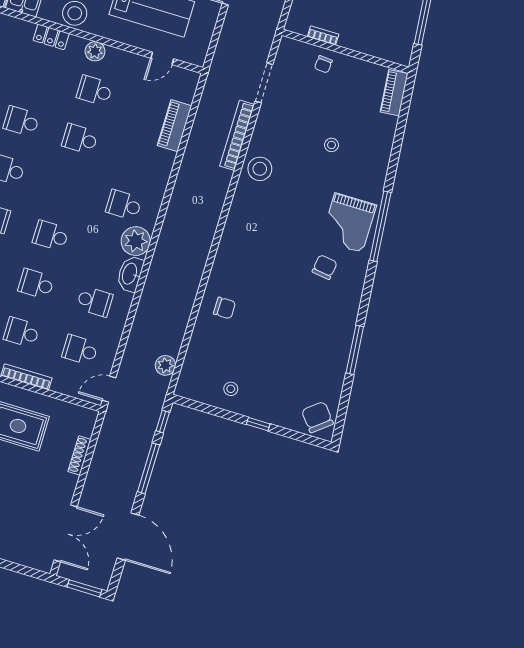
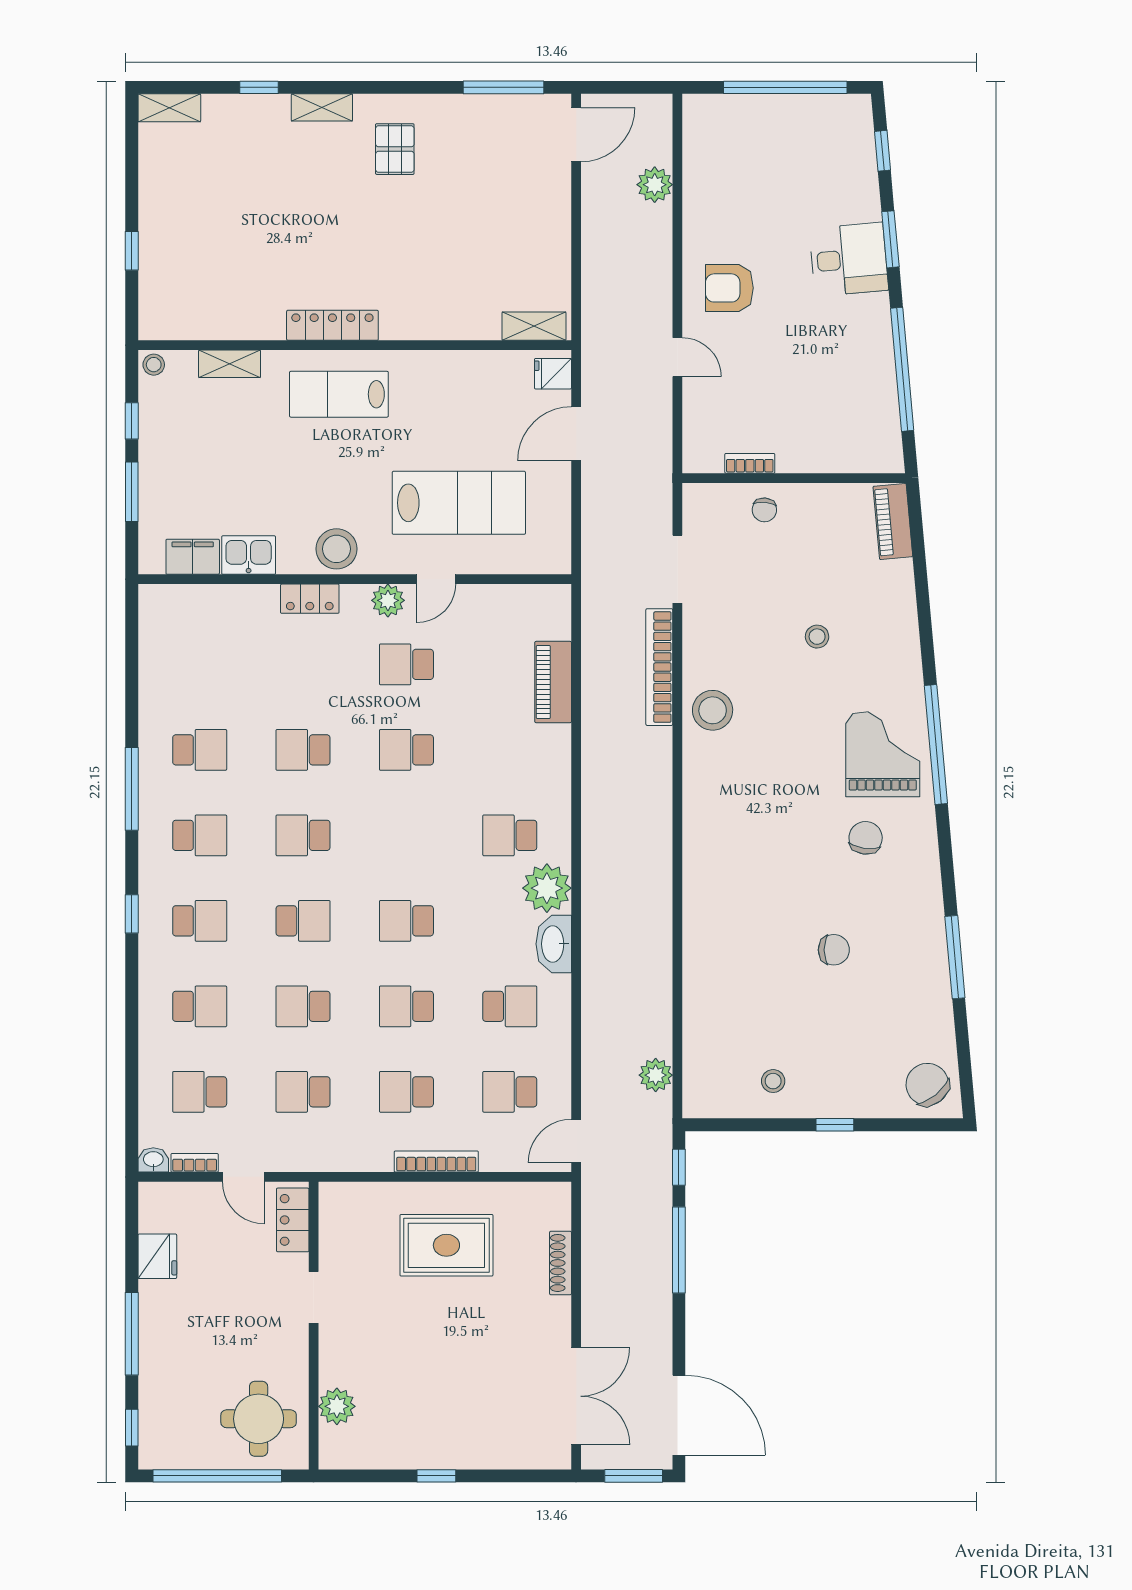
door: (162, 58) -> (436, 579), moved
grand piano: (349, 223) -> (883, 754), turned 180
chair: (224, 308) -> (834, 950), moved
door: (128, 537) -> (679, 1415), moved

